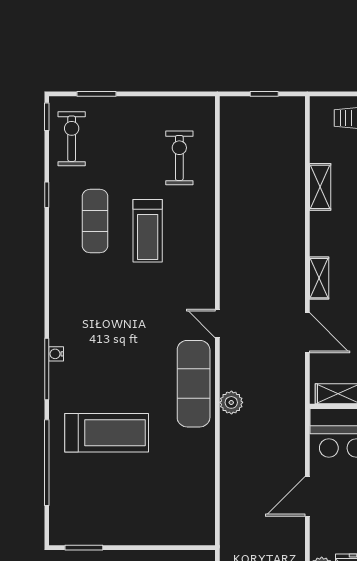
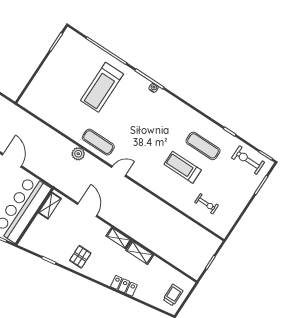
exercise bike: (72, 139) -> (248, 160), turned 180
exercise bike: (179, 158) -> (207, 204), width x0.73, depth x0.72
shelving: (320, 187) -> (140, 253), moved
shelving: (319, 278) -> (119, 238), moved
door: (307, 333) -> (87, 210), swing flipped
exercise mat: (194, 384) -> (98, 142), width x0.73, depth x0.69

